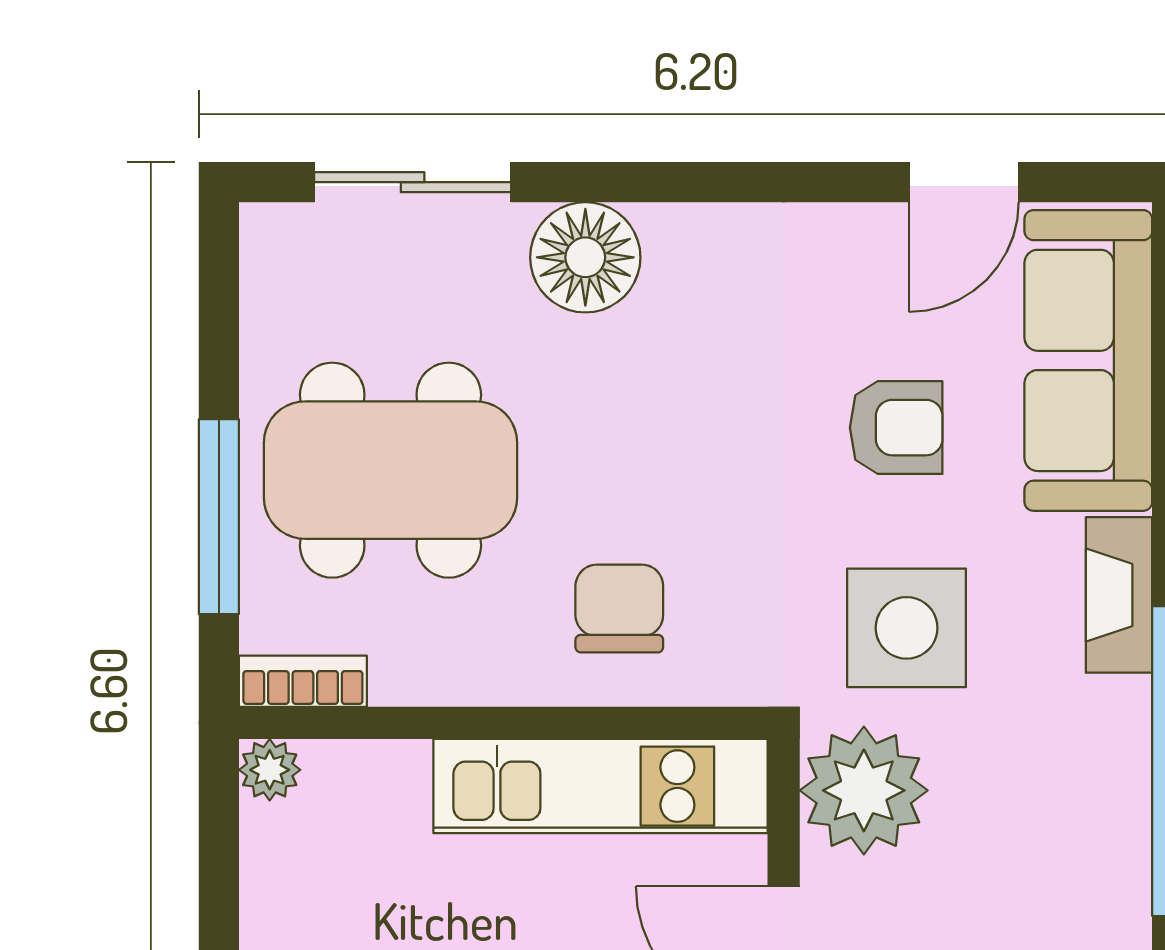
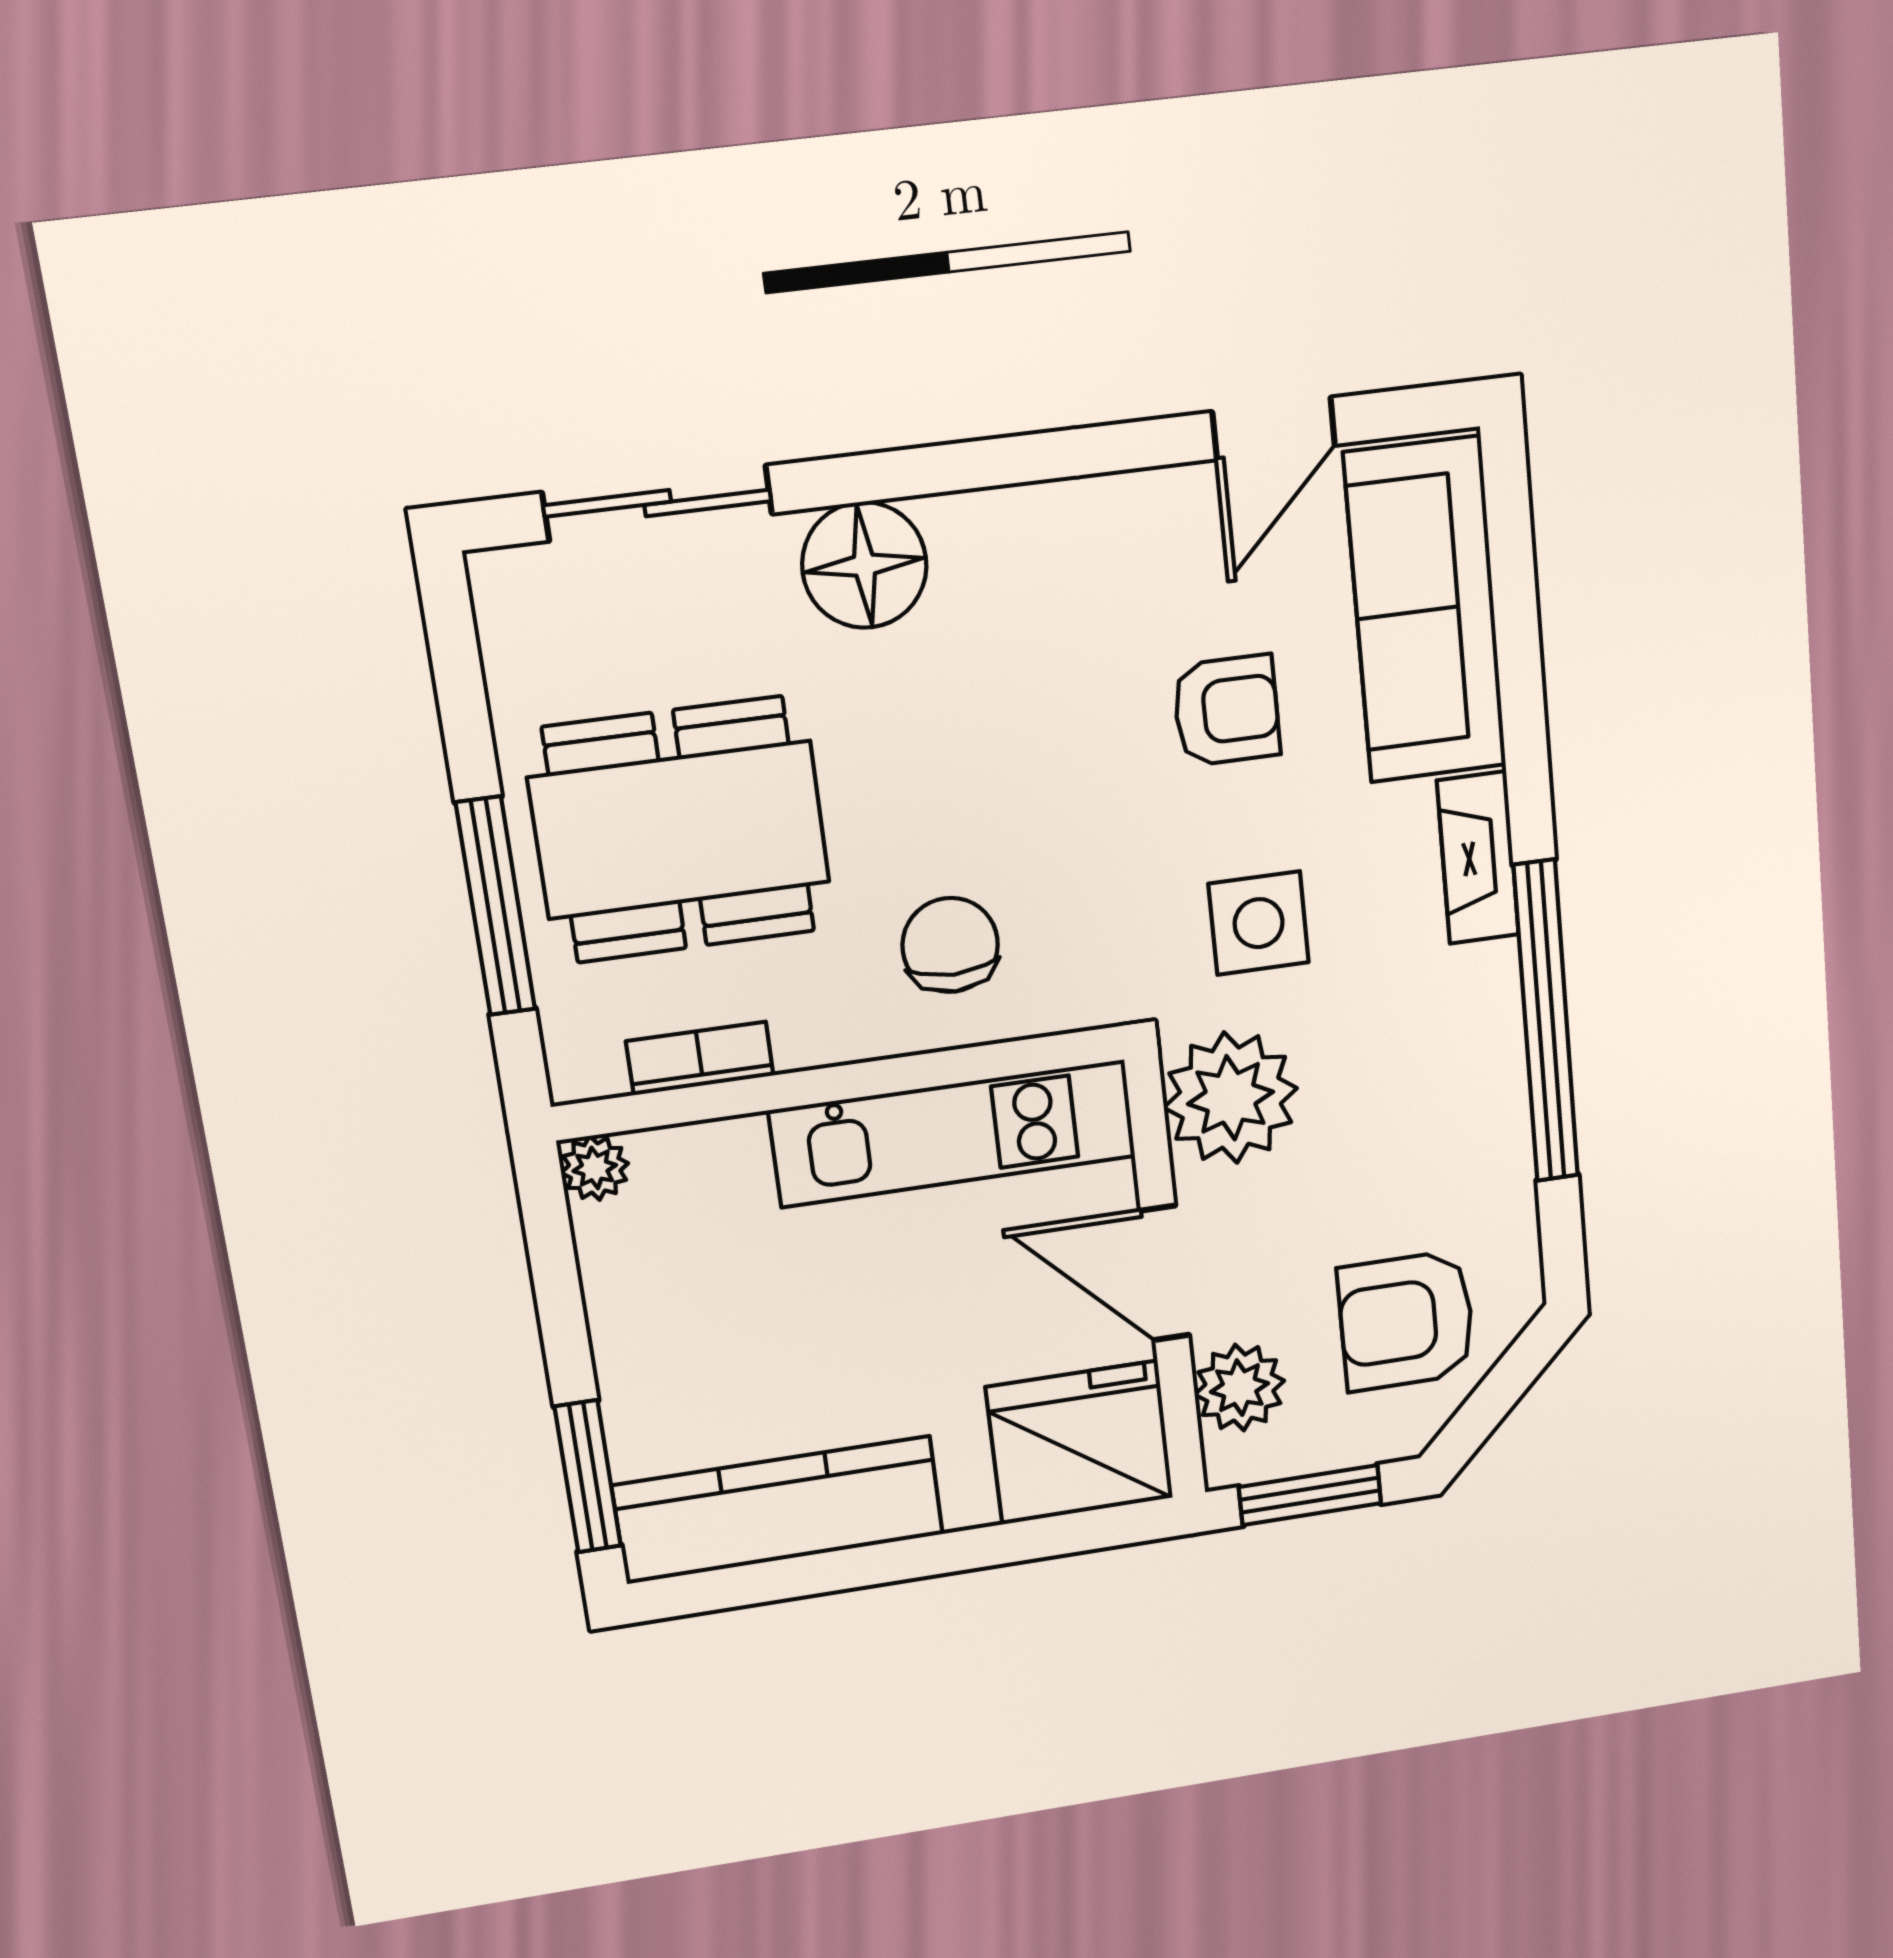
side table: (907, 628) -> (1259, 923), width x0.73, depth x0.73
bookcase: (303, 681) -> (700, 1058), moved

